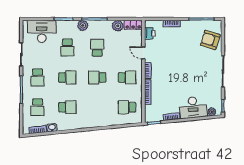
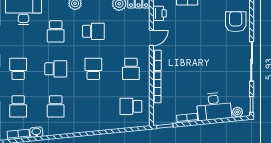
armchair: (210, 40) -> (236, 22), turned 73
school desk: (97, 48) -> (93, 31), turned 90
door: (143, 53) -> (151, 38), swing flipped
school desk: (38, 77) -> (18, 69), turned 180
school desk: (97, 77) -> (93, 69), turned 90
school desk: (127, 77) -> (131, 69), turned 90
school desk: (67, 107) -> (56, 106), turned 90

